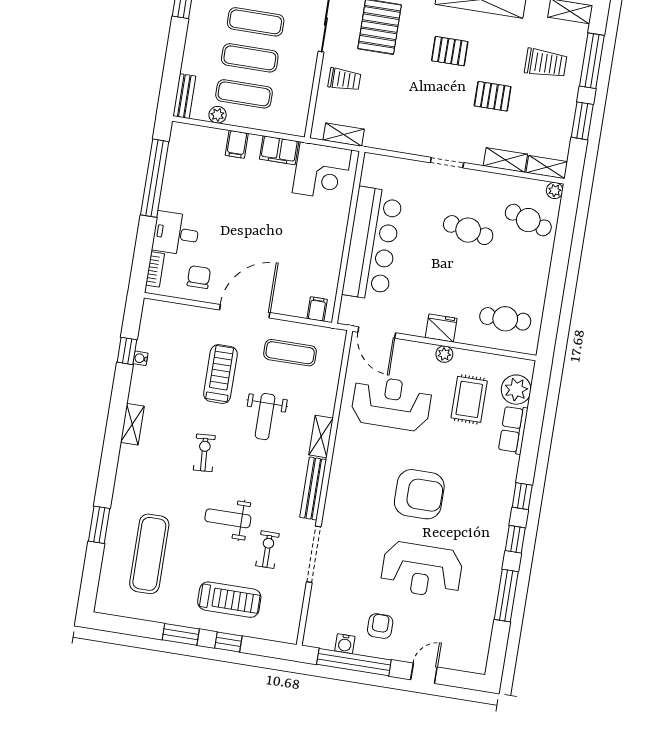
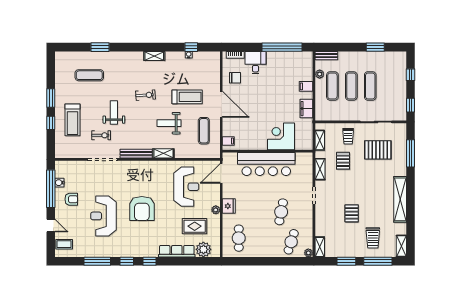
pallet: (450, 51) -> (343, 161), moved
shelving: (505, 160) -> (320, 169), moved
corner desk: (322, 171) -> (281, 136), moved, turned 90
row of seats: (513, 430) -> (177, 251), width x1.48
exercise mat: (149, 554) -> (89, 75), width x0.73, depth x0.69
coffee table: (464, 653) -> (64, 244), added

